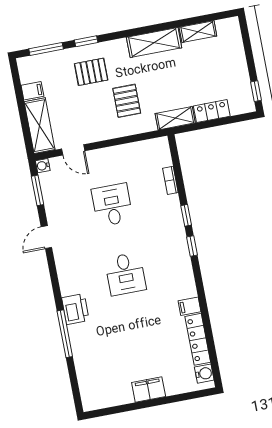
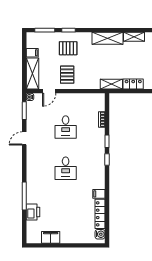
pallet: (127, 101) -> (67, 75), moved
door: (73, 150) -> (49, 91), hinge flipped
desk: (112, 205) -> (66, 127), turned 180
printer: (75, 309) -> (33, 212), moved
filing cabinet: (149, 389) -> (51, 237), moved

